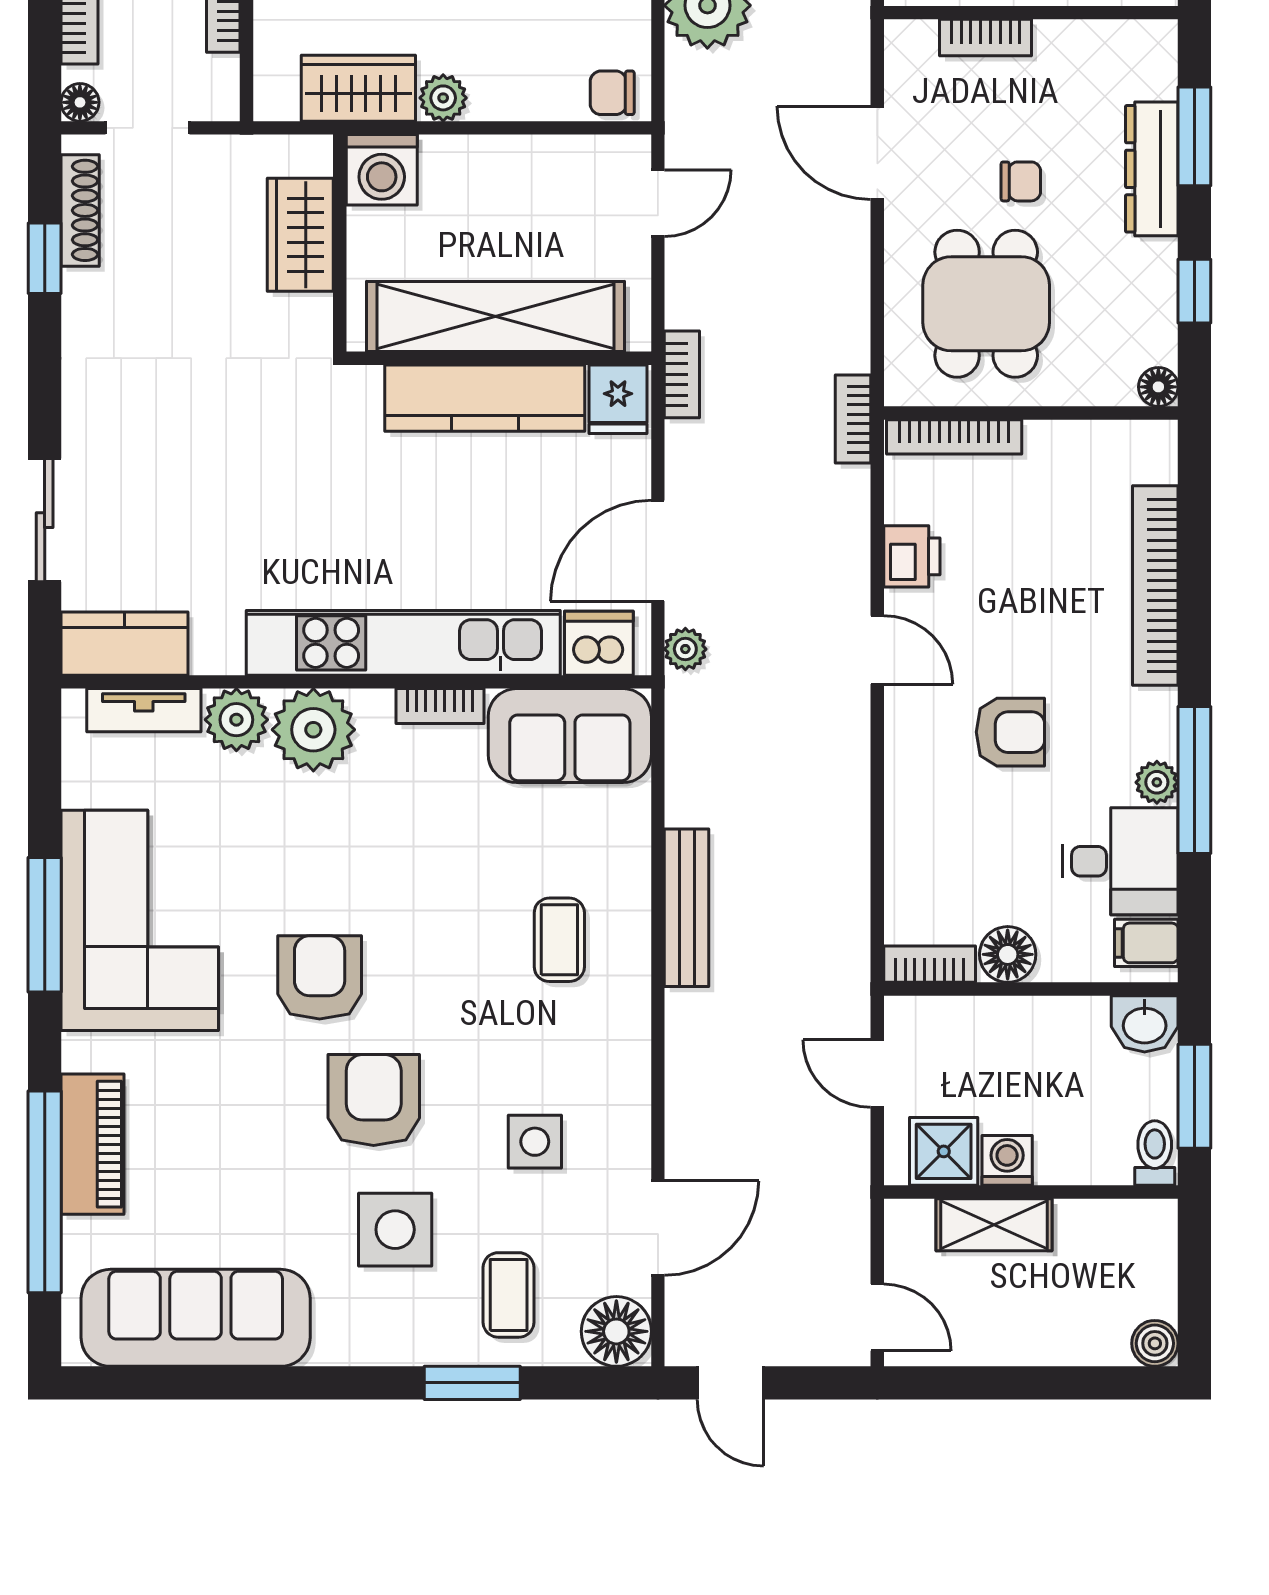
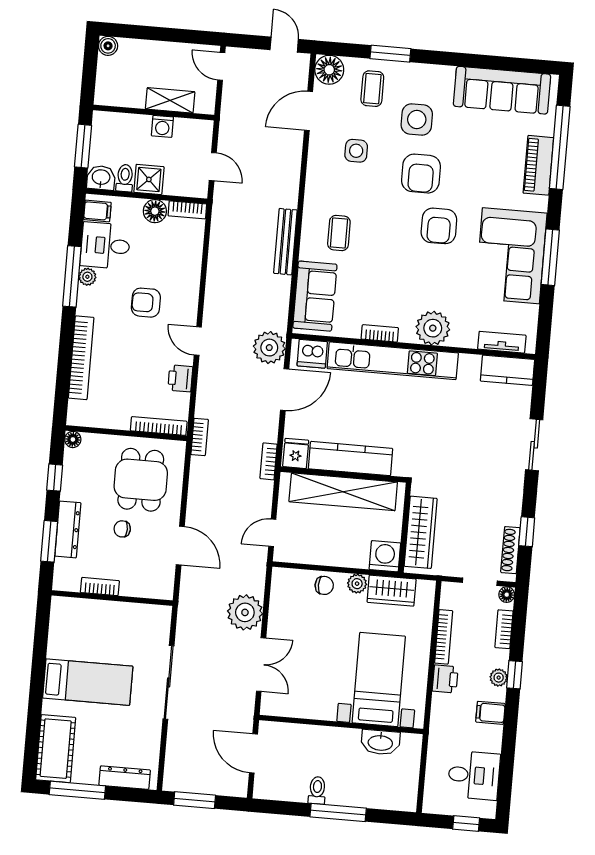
bookcase: (986, 38) -> (100, 587), moved
chair: (612, 93) -> (324, 585), moved
wardrobe: (300, 235) -> (421, 532), width x1.50
sliding door: (45, 520) -> (534, 445), moved
plant: (685, 649) -> (269, 348), width x1.87, depth x1.87
plant: (236, 720) -> (464, 335), removed
sofa: (570, 736) -> (315, 296), moved, turned 90
shower: (944, 1151) -> (149, 179), moved
toilet: (1155, 1153) -> (125, 178), moved, turned 180

